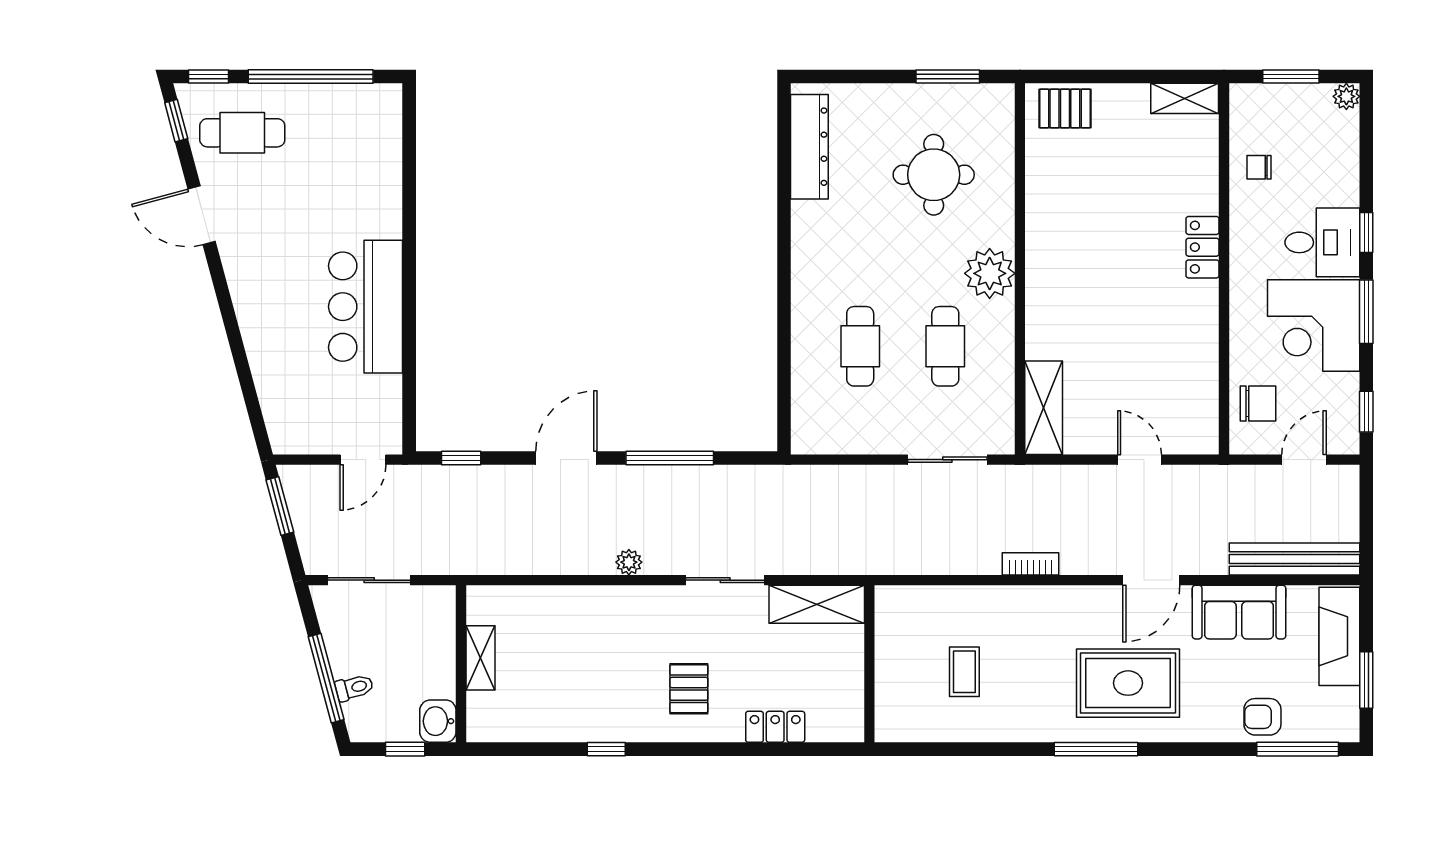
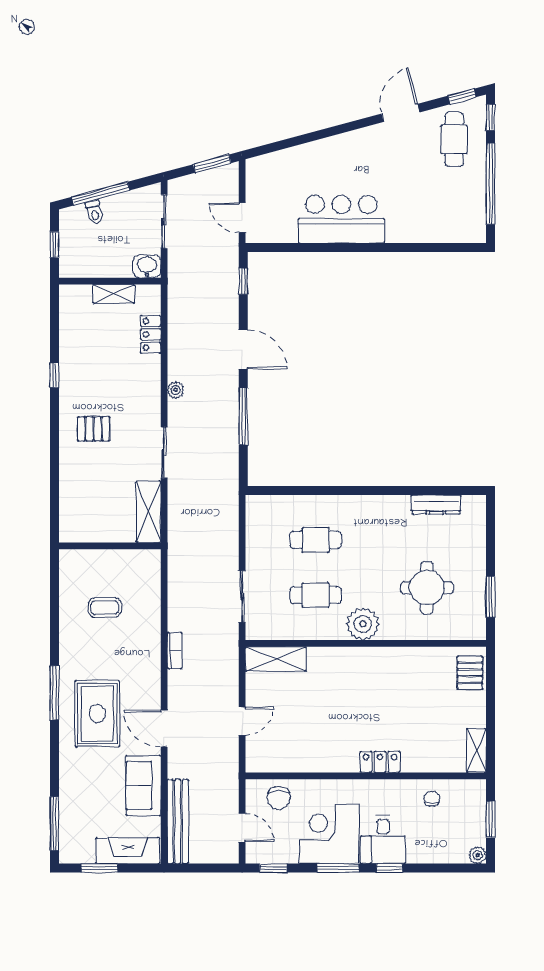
dresser: (809, 147) -> (436, 505), width x0.73, depth x0.80
armchair: (1262, 717) -> (75, 801), removed
washbasin: (438, 721) -> (147, 266), moved
locker: (775, 727) -> (151, 334), moved, turned 180

